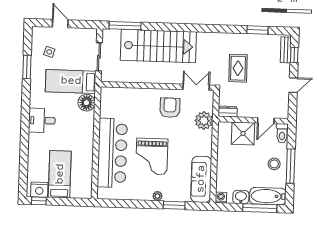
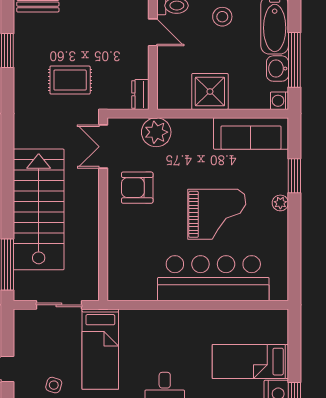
floor lamp: (86, 103) -> (134, 322), removed
shower: (243, 133) -> (210, 92), moved
window: (260, 208) -> (294, 60), moved

